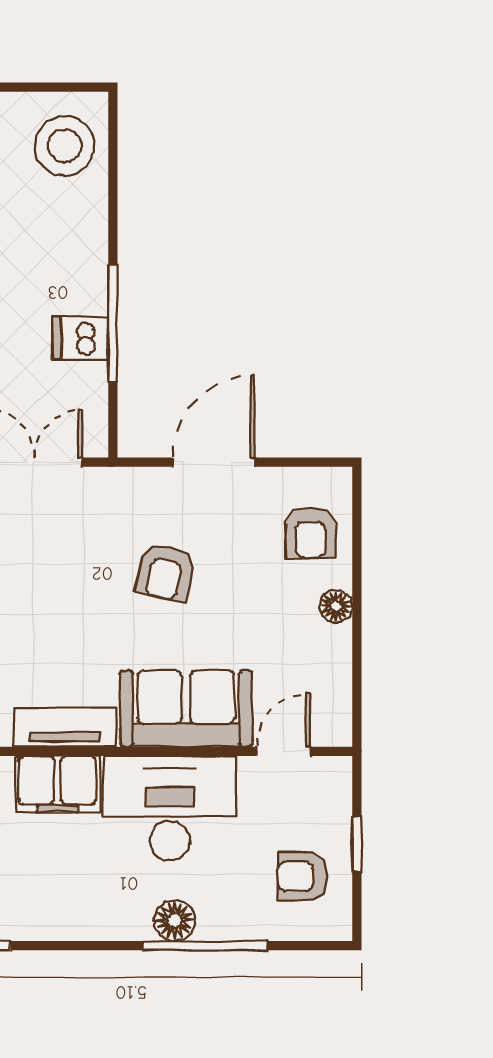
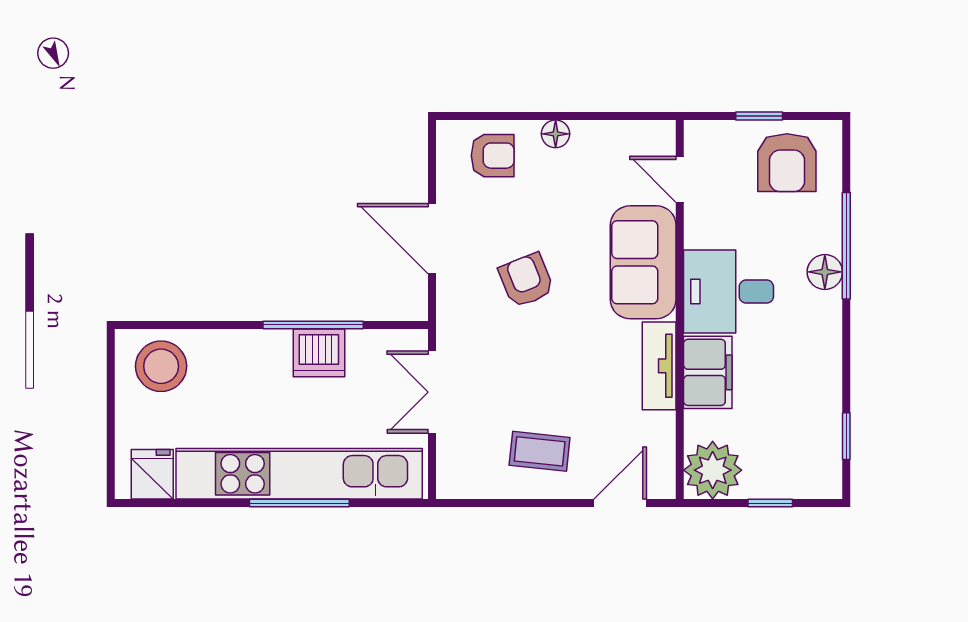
dishwasher: (80, 338) -> (319, 353), width x1.38
armchair: (165, 572) -> (526, 280), turned -124
desk: (170, 808) -> (729, 292), width x0.73
armchair: (302, 876) -> (787, 163), width x1.38, depth x1.38

